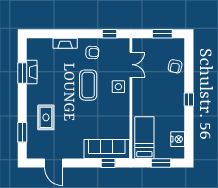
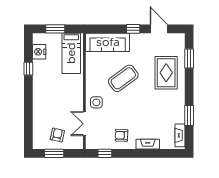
armchair: (175, 66) -> (57, 135), moved
fireplace: (32, 72) -> (180, 135), moved
coffee table: (88, 85) -> (123, 78), moved, turned 54
window: (189, 99) -> (28, 69), moved
rug: (46, 117) -> (166, 73), width x1.36, depth x1.43
window: (108, 163) -> (133, 29), moved

